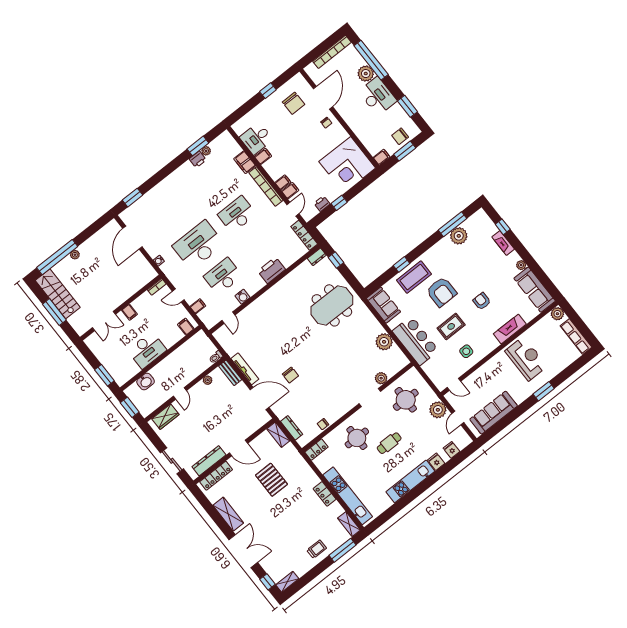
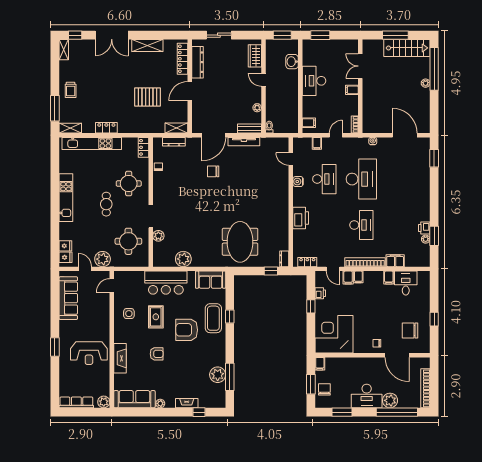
locker: (304, 235) -> (307, 262), width x0.66
fridge: (436, 462) -> (66, 257), moved

